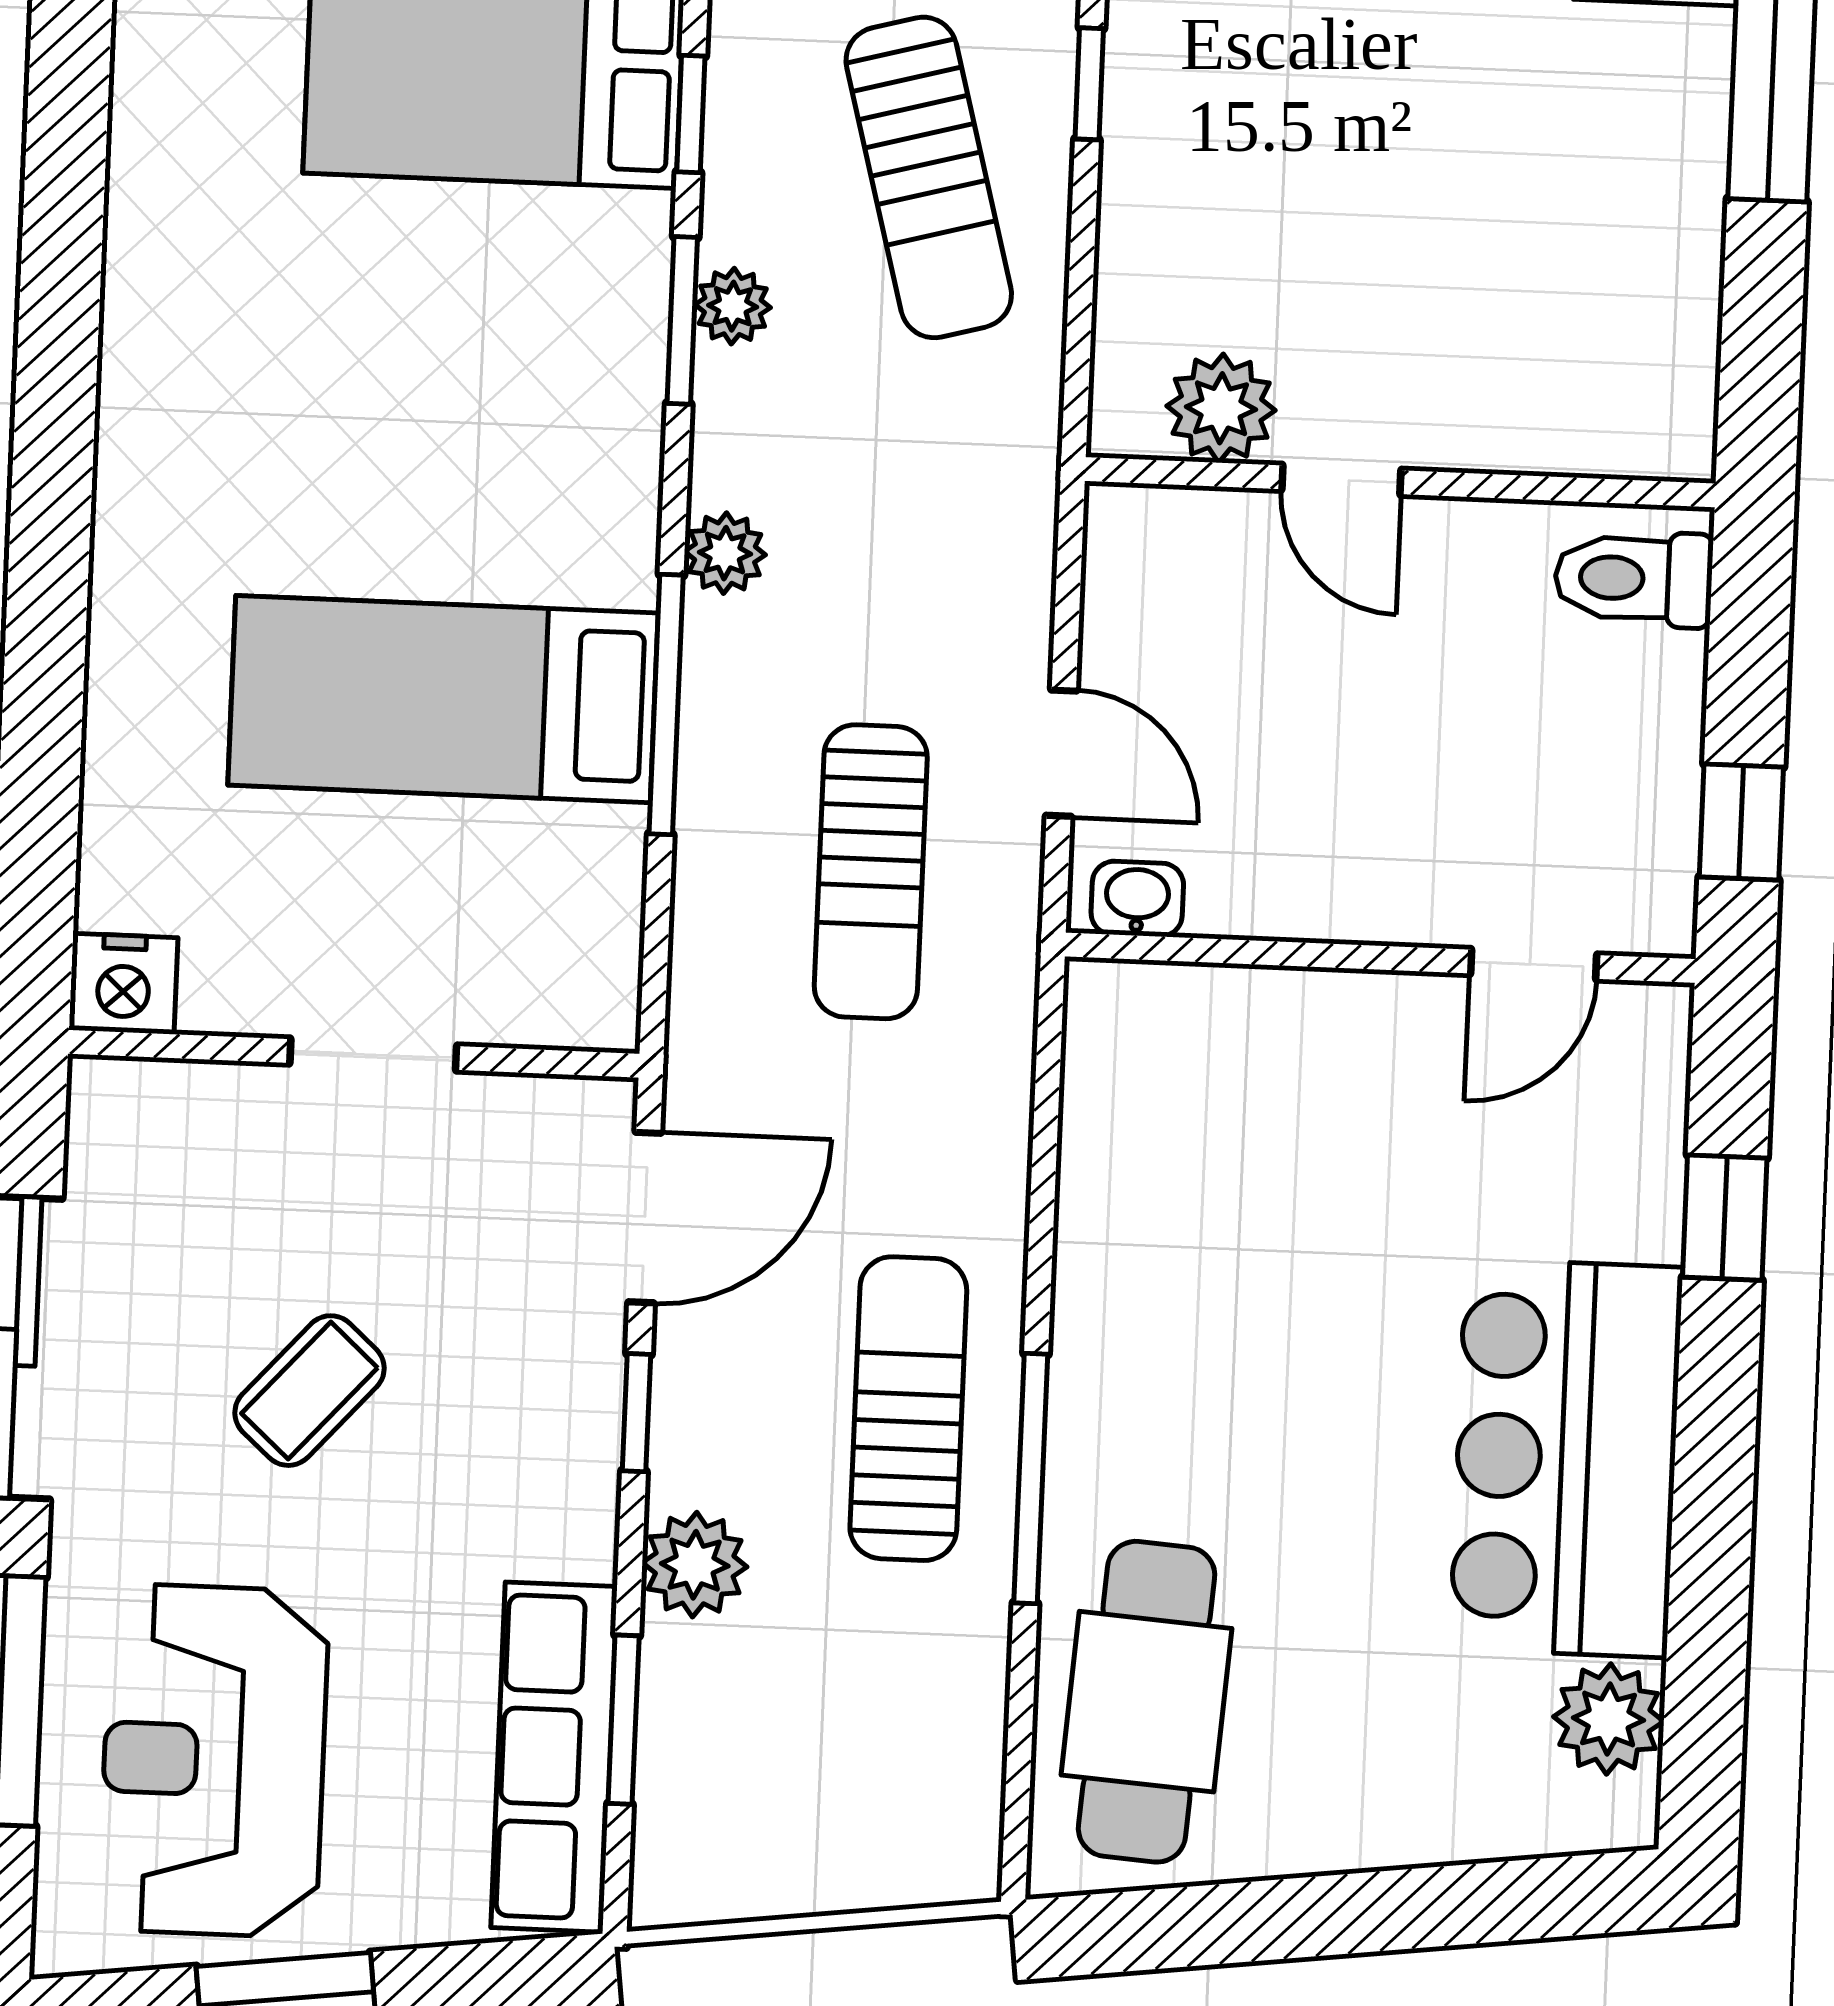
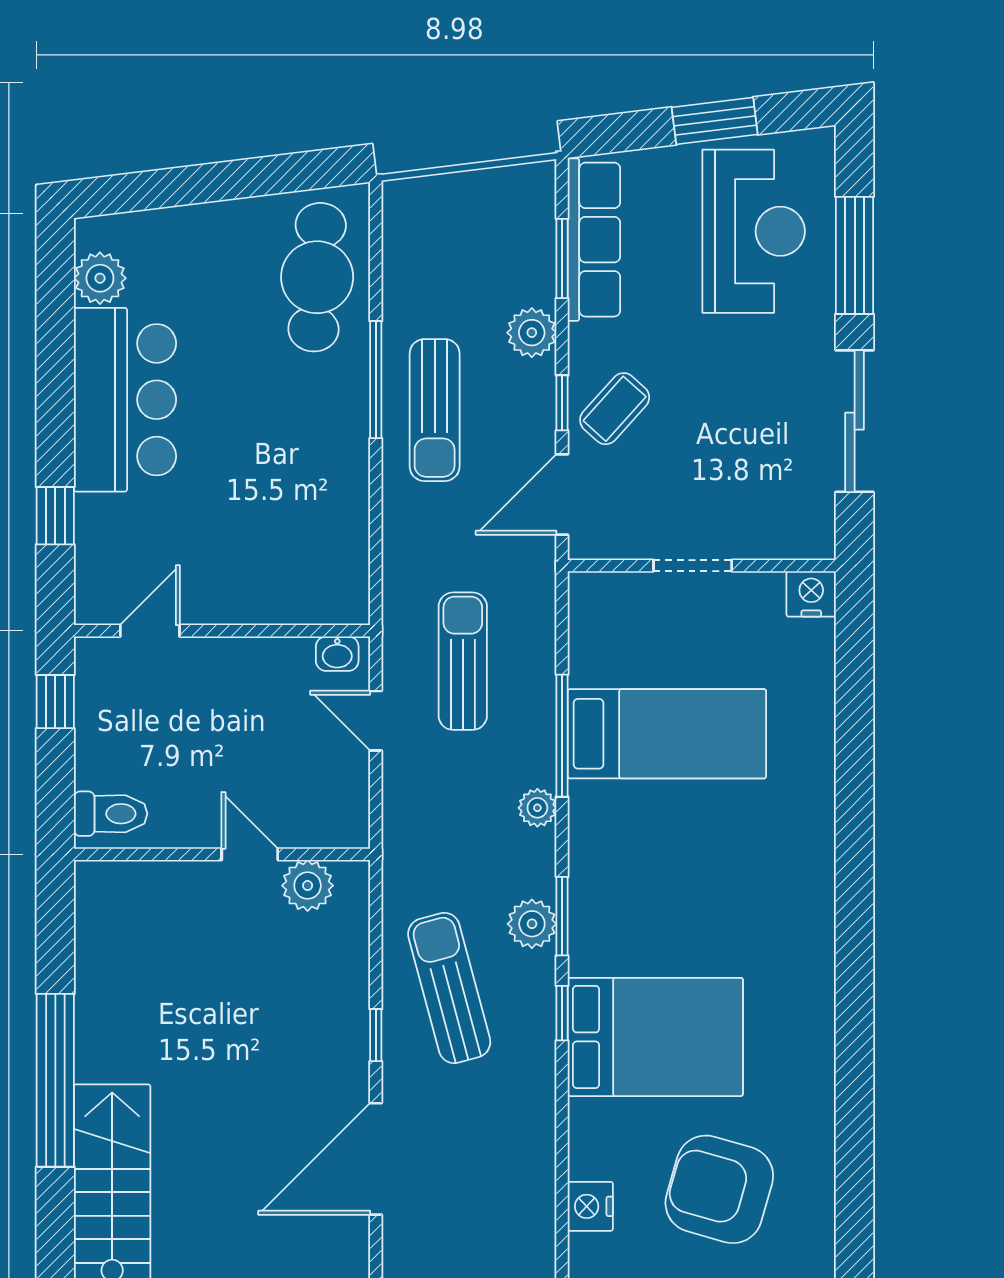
plant: (733, 306) -> (532, 924), width x1.38, depth x1.38
coffee table: (310, 1391) -> (615, 409), moved

